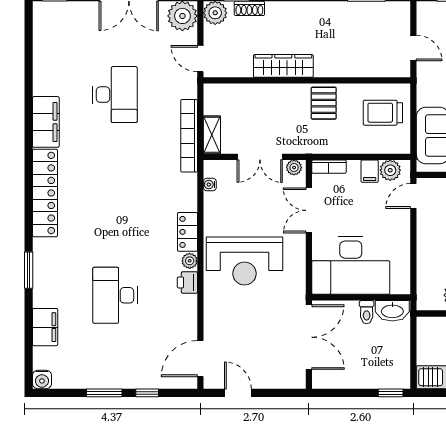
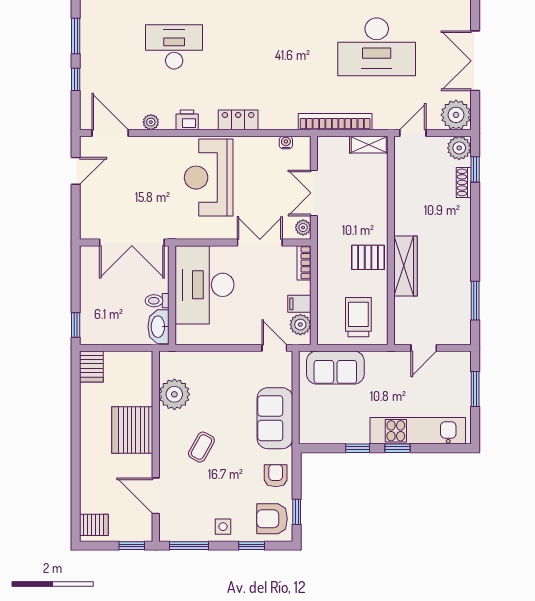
wardrobe: (283, 66) -> (406, 266), moved
desk: (115, 95) -> (377, 47), width x1.36, depth x1.30
shelving: (212, 135) -> (369, 145), moved
plant: (190, 261) -> (151, 122), moved

